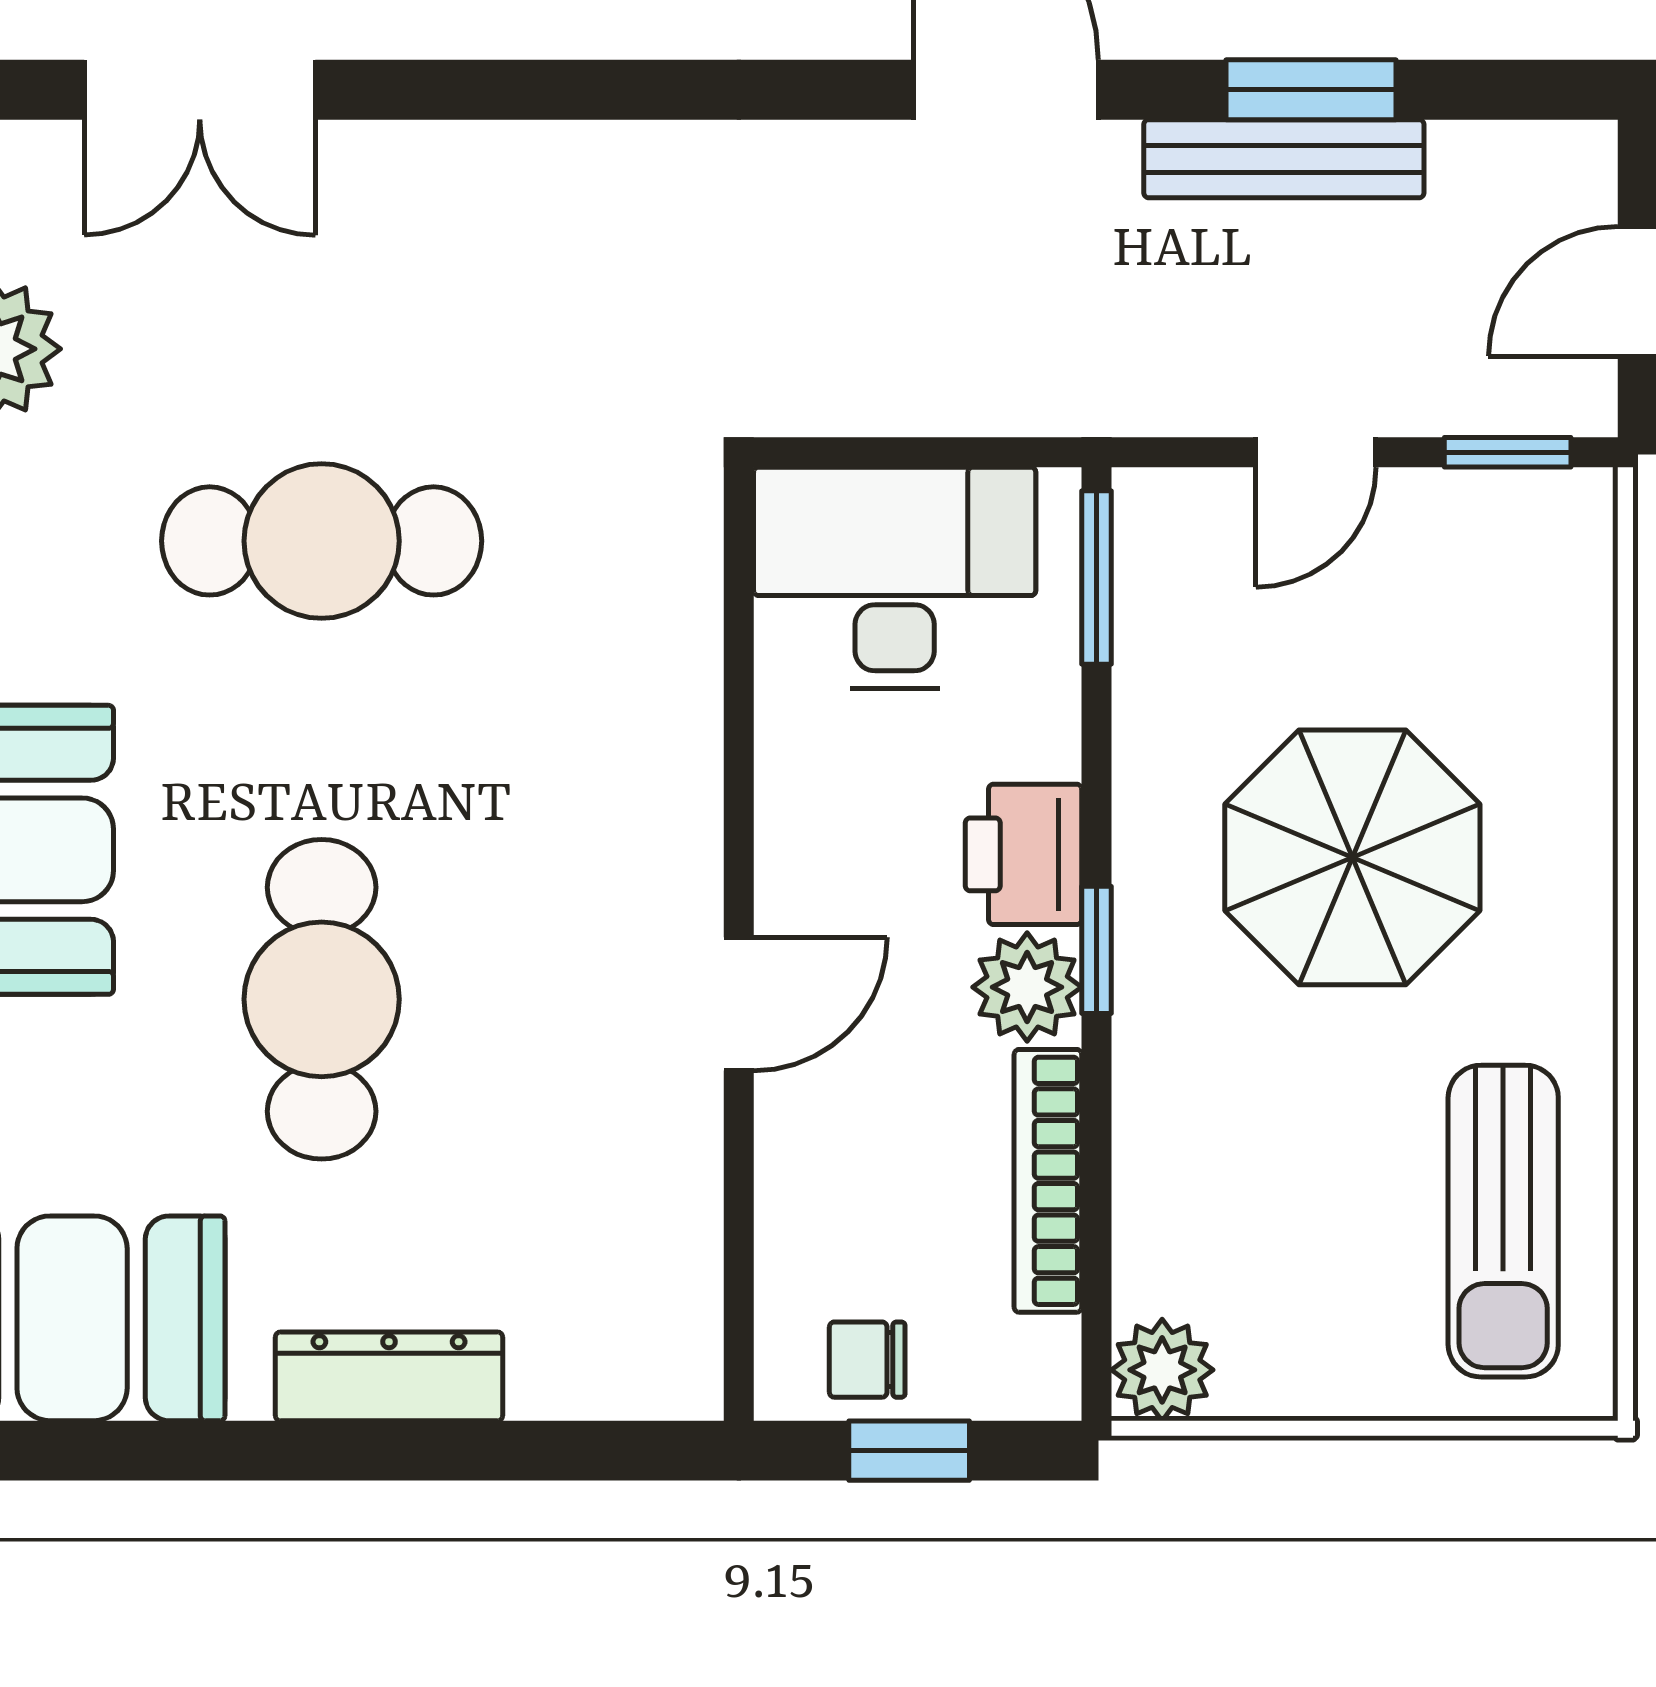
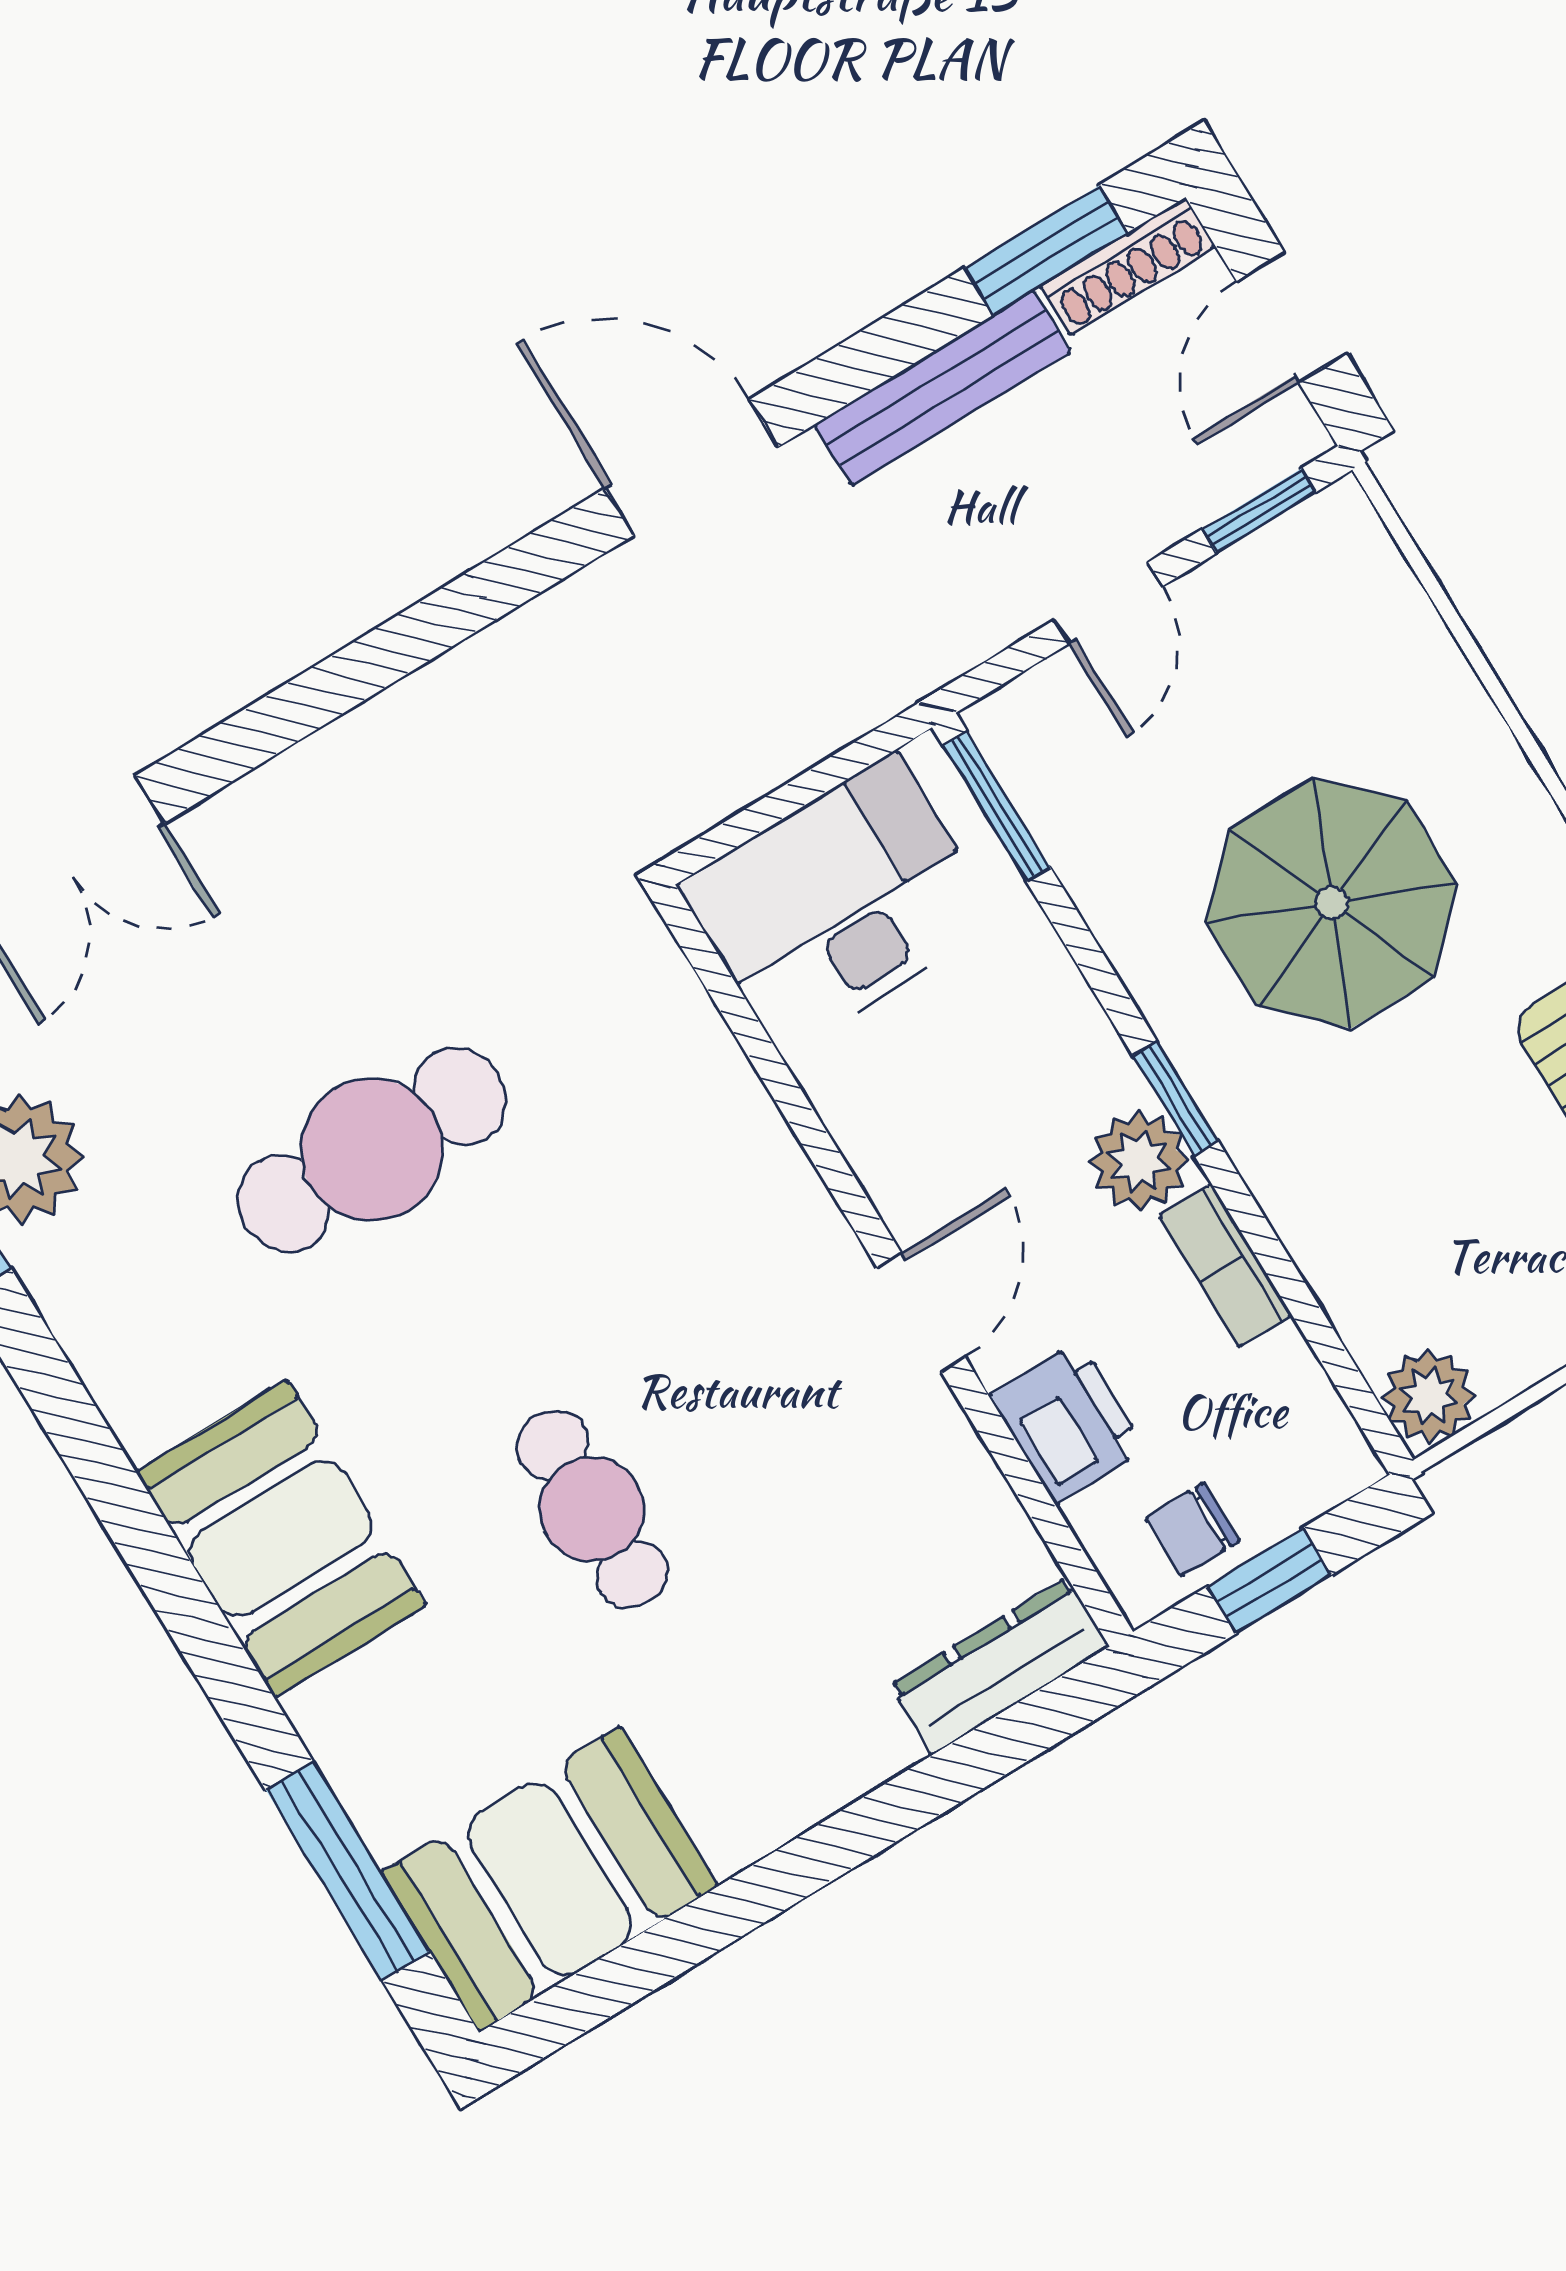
window: (1311, 90) -> (1046, 250), moved
shoe rack: (1525, 151) -> (1128, 266), added
printer: (1023, 854) -> (1067, 1422), moved, turned 180
cafe table: (322, 999) -> (592, 1509), width x0.73, depth x0.74
bookcase: (1048, 1181) -> (1226, 1266), width x0.64
dresser: (389, 1376) -> (999, 1666), moved

